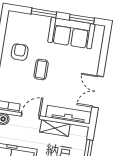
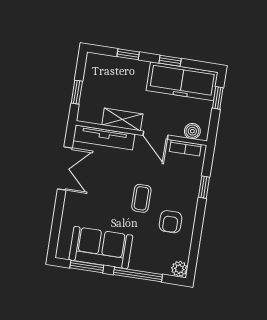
window: (44, 13) -> (138, 275), width x1.44
plant: (13, 17) -> (179, 269), added
door: (30, 116) -> (155, 135), hinge flipped

